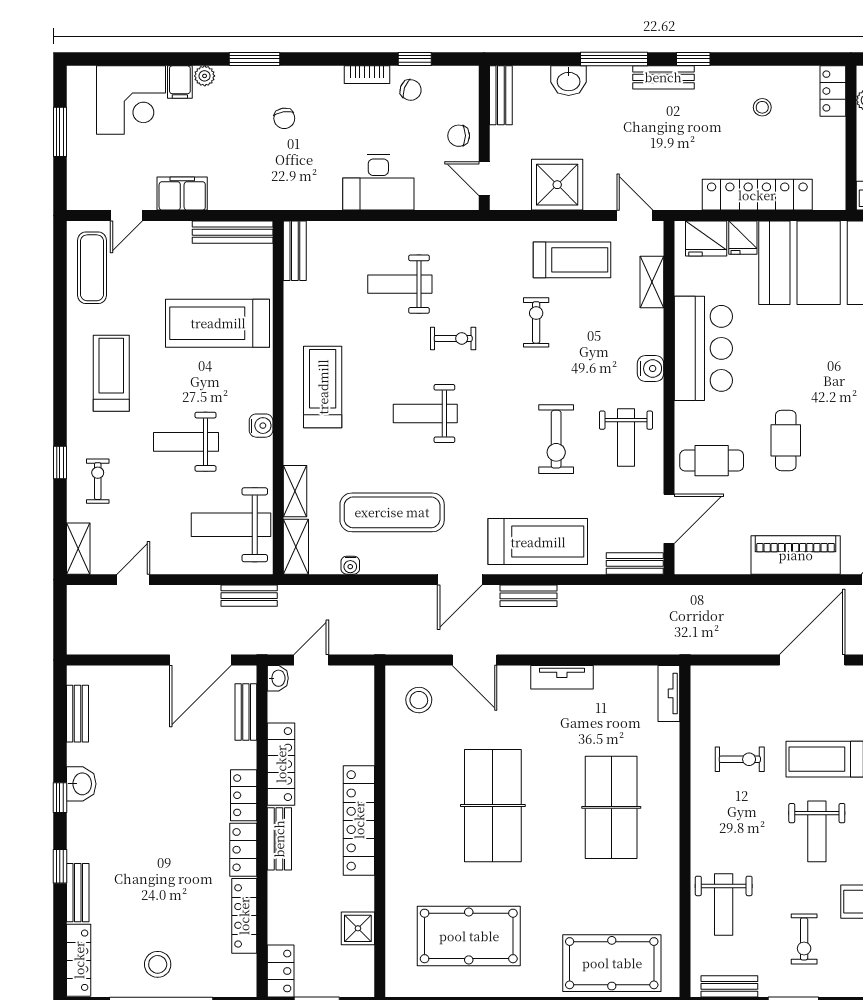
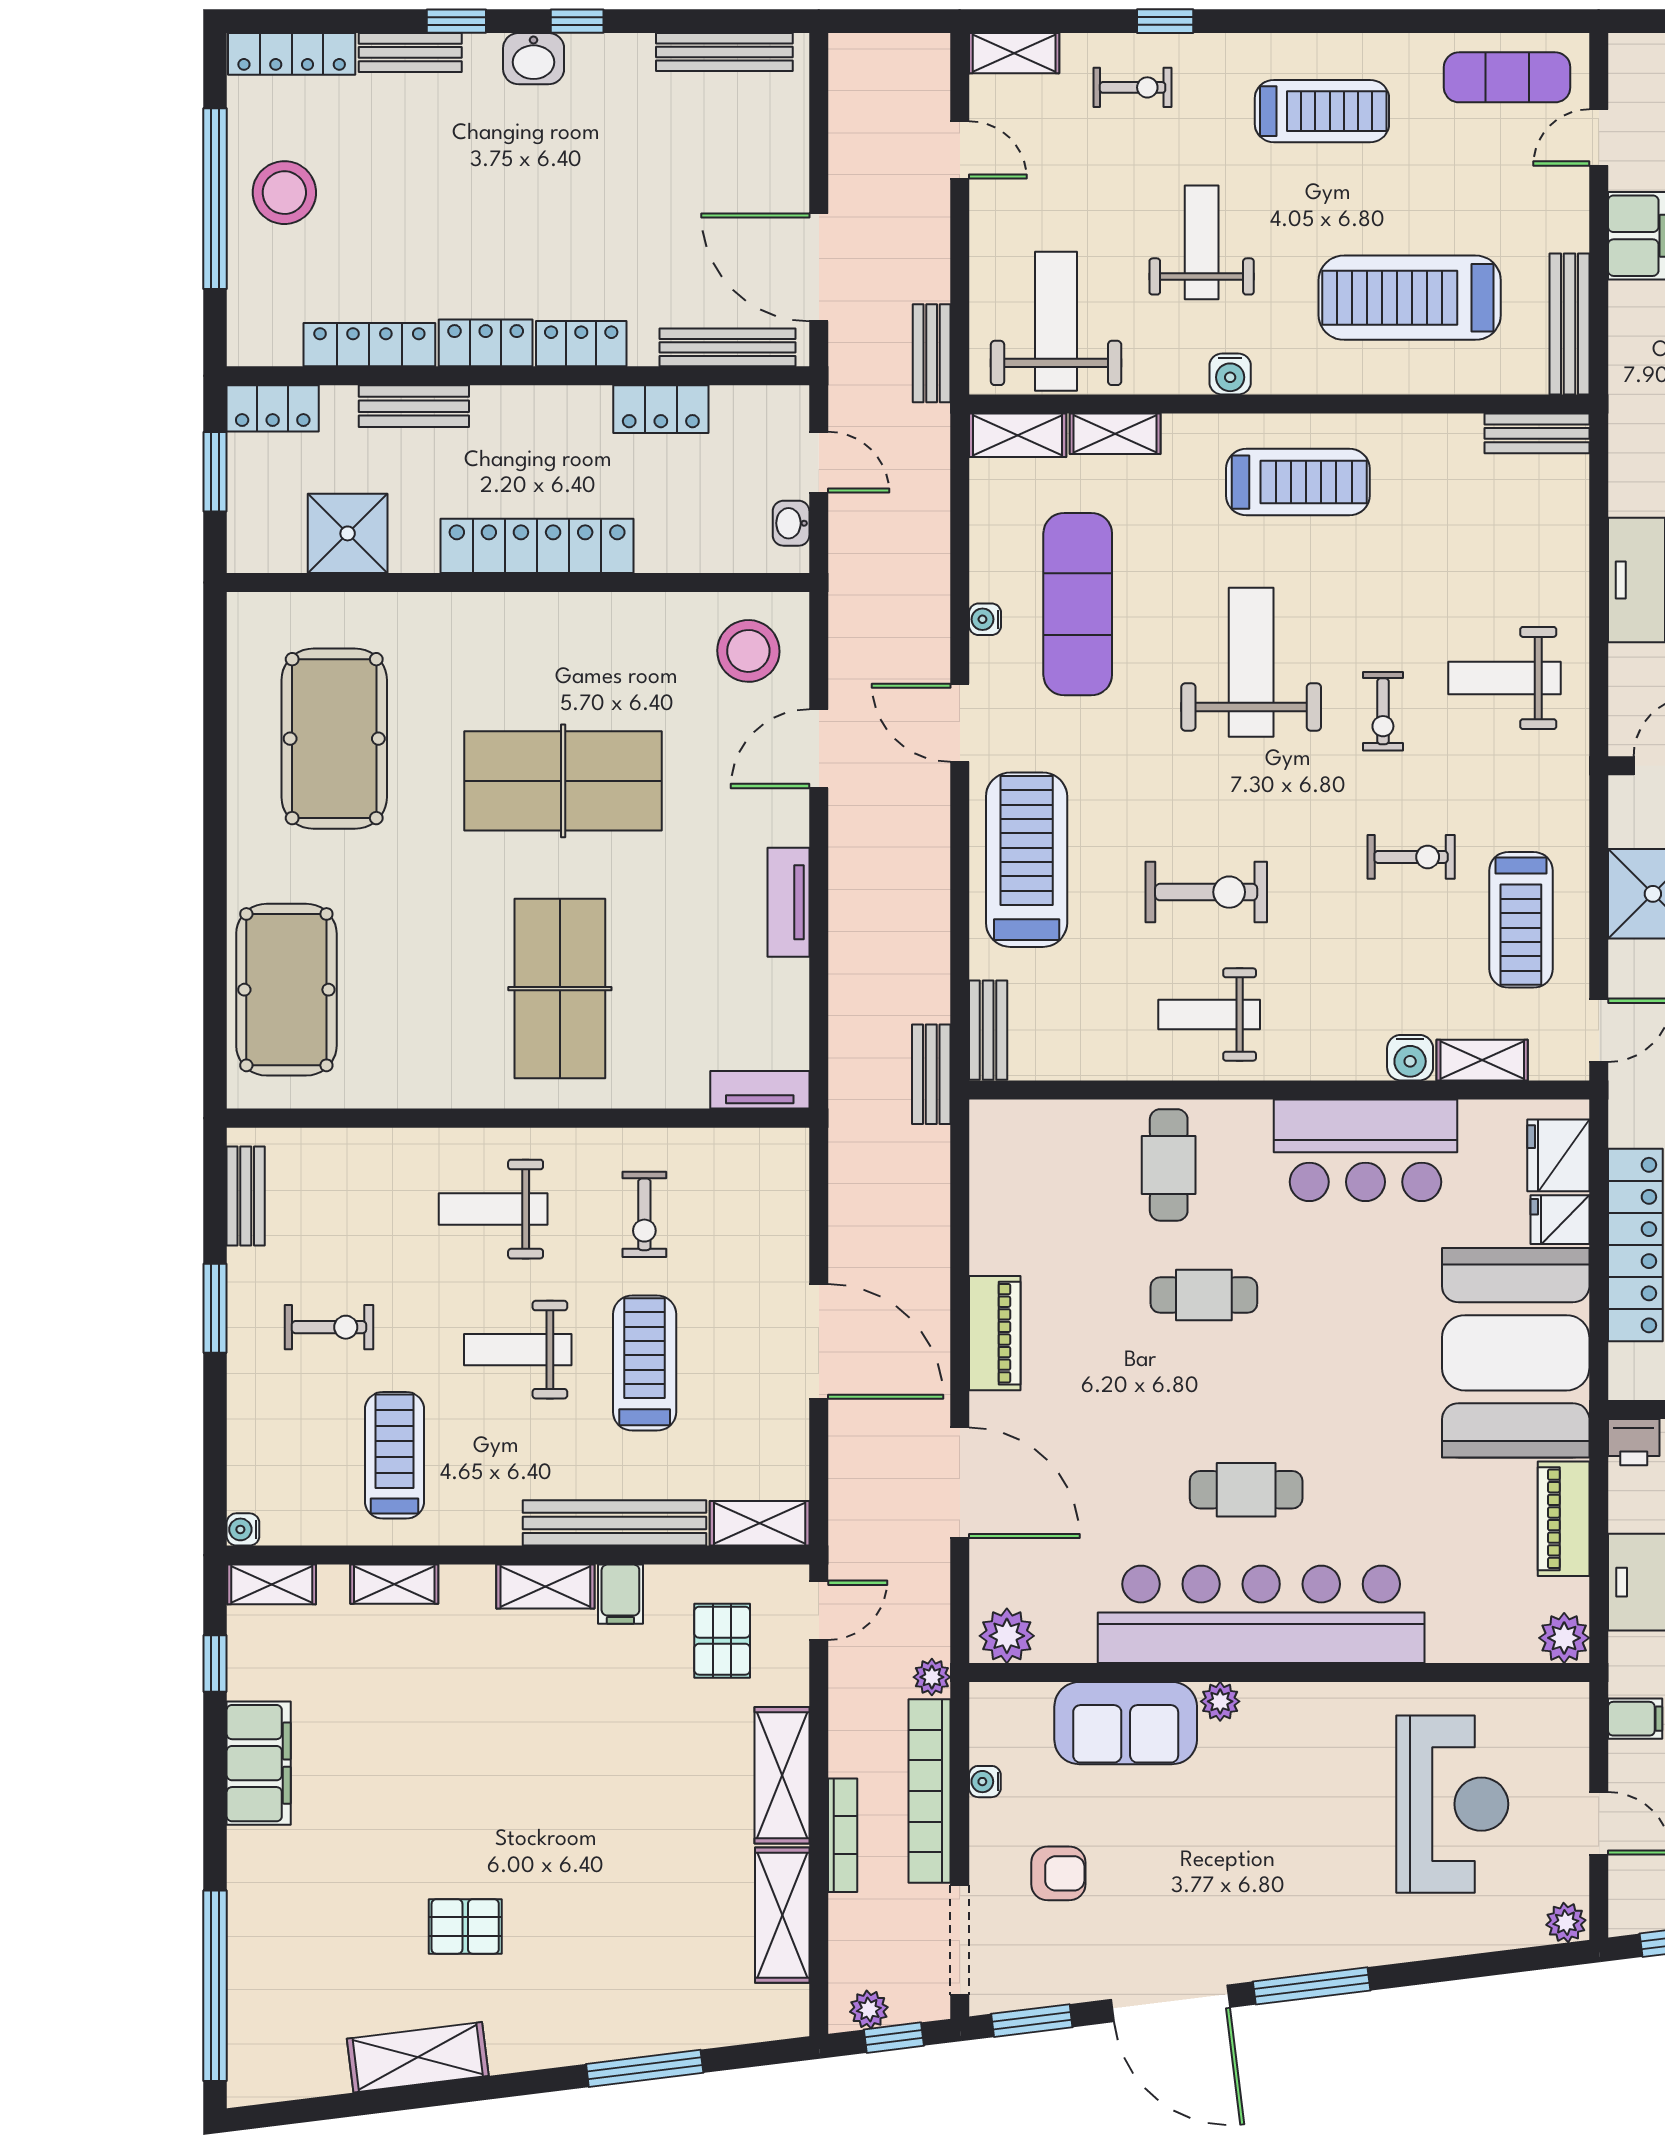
door: (126, 216) -> (1599, 138), hinge flipped
weight bench: (400, 284) -> (1505, 678), moved, turned -90
treadmill: (218, 323) -> (1410, 298), turned -90
water cooler: (651, 369) -> (1410, 1058), moved
weight bench: (425, 414) -> (1251, 662), width x1.36, depth x1.33
exercise bike: (556, 439) -> (1206, 892), turned 180
door: (669, 519) -> (1067, 1090), removed
treadmill: (538, 542) -> (1027, 860), turned 180
piano: (796, 555) -> (995, 1333), width x0.73, depth x0.75
water cooler: (350, 565) -> (985, 619), moved
bench: (528, 596) -> (931, 1074), moved
washbasin: (278, 678) -> (791, 523), moved, turned 90
stool: (419, 700) -> (748, 651), width x1.38, depth x1.38
bench: (246, 712) -> (727, 347), width x1.36
bench: (78, 714) -> (724, 52), width x1.36
locker: (281, 764) -> (661, 409), width x0.66
washbasin: (81, 784) -> (534, 59), moved
table tennis table: (611, 807) -> (560, 989), turned 90
bench: (279, 839) -> (414, 406), moved
weight bench: (724, 904) -> (493, 1209), moved
shower: (358, 928) -> (348, 533), width x1.36, depth x1.36
exercise bike: (804, 939) -> (329, 1327), turned 180
stool: (158, 964) -> (284, 193), width x1.38, depth x1.38

